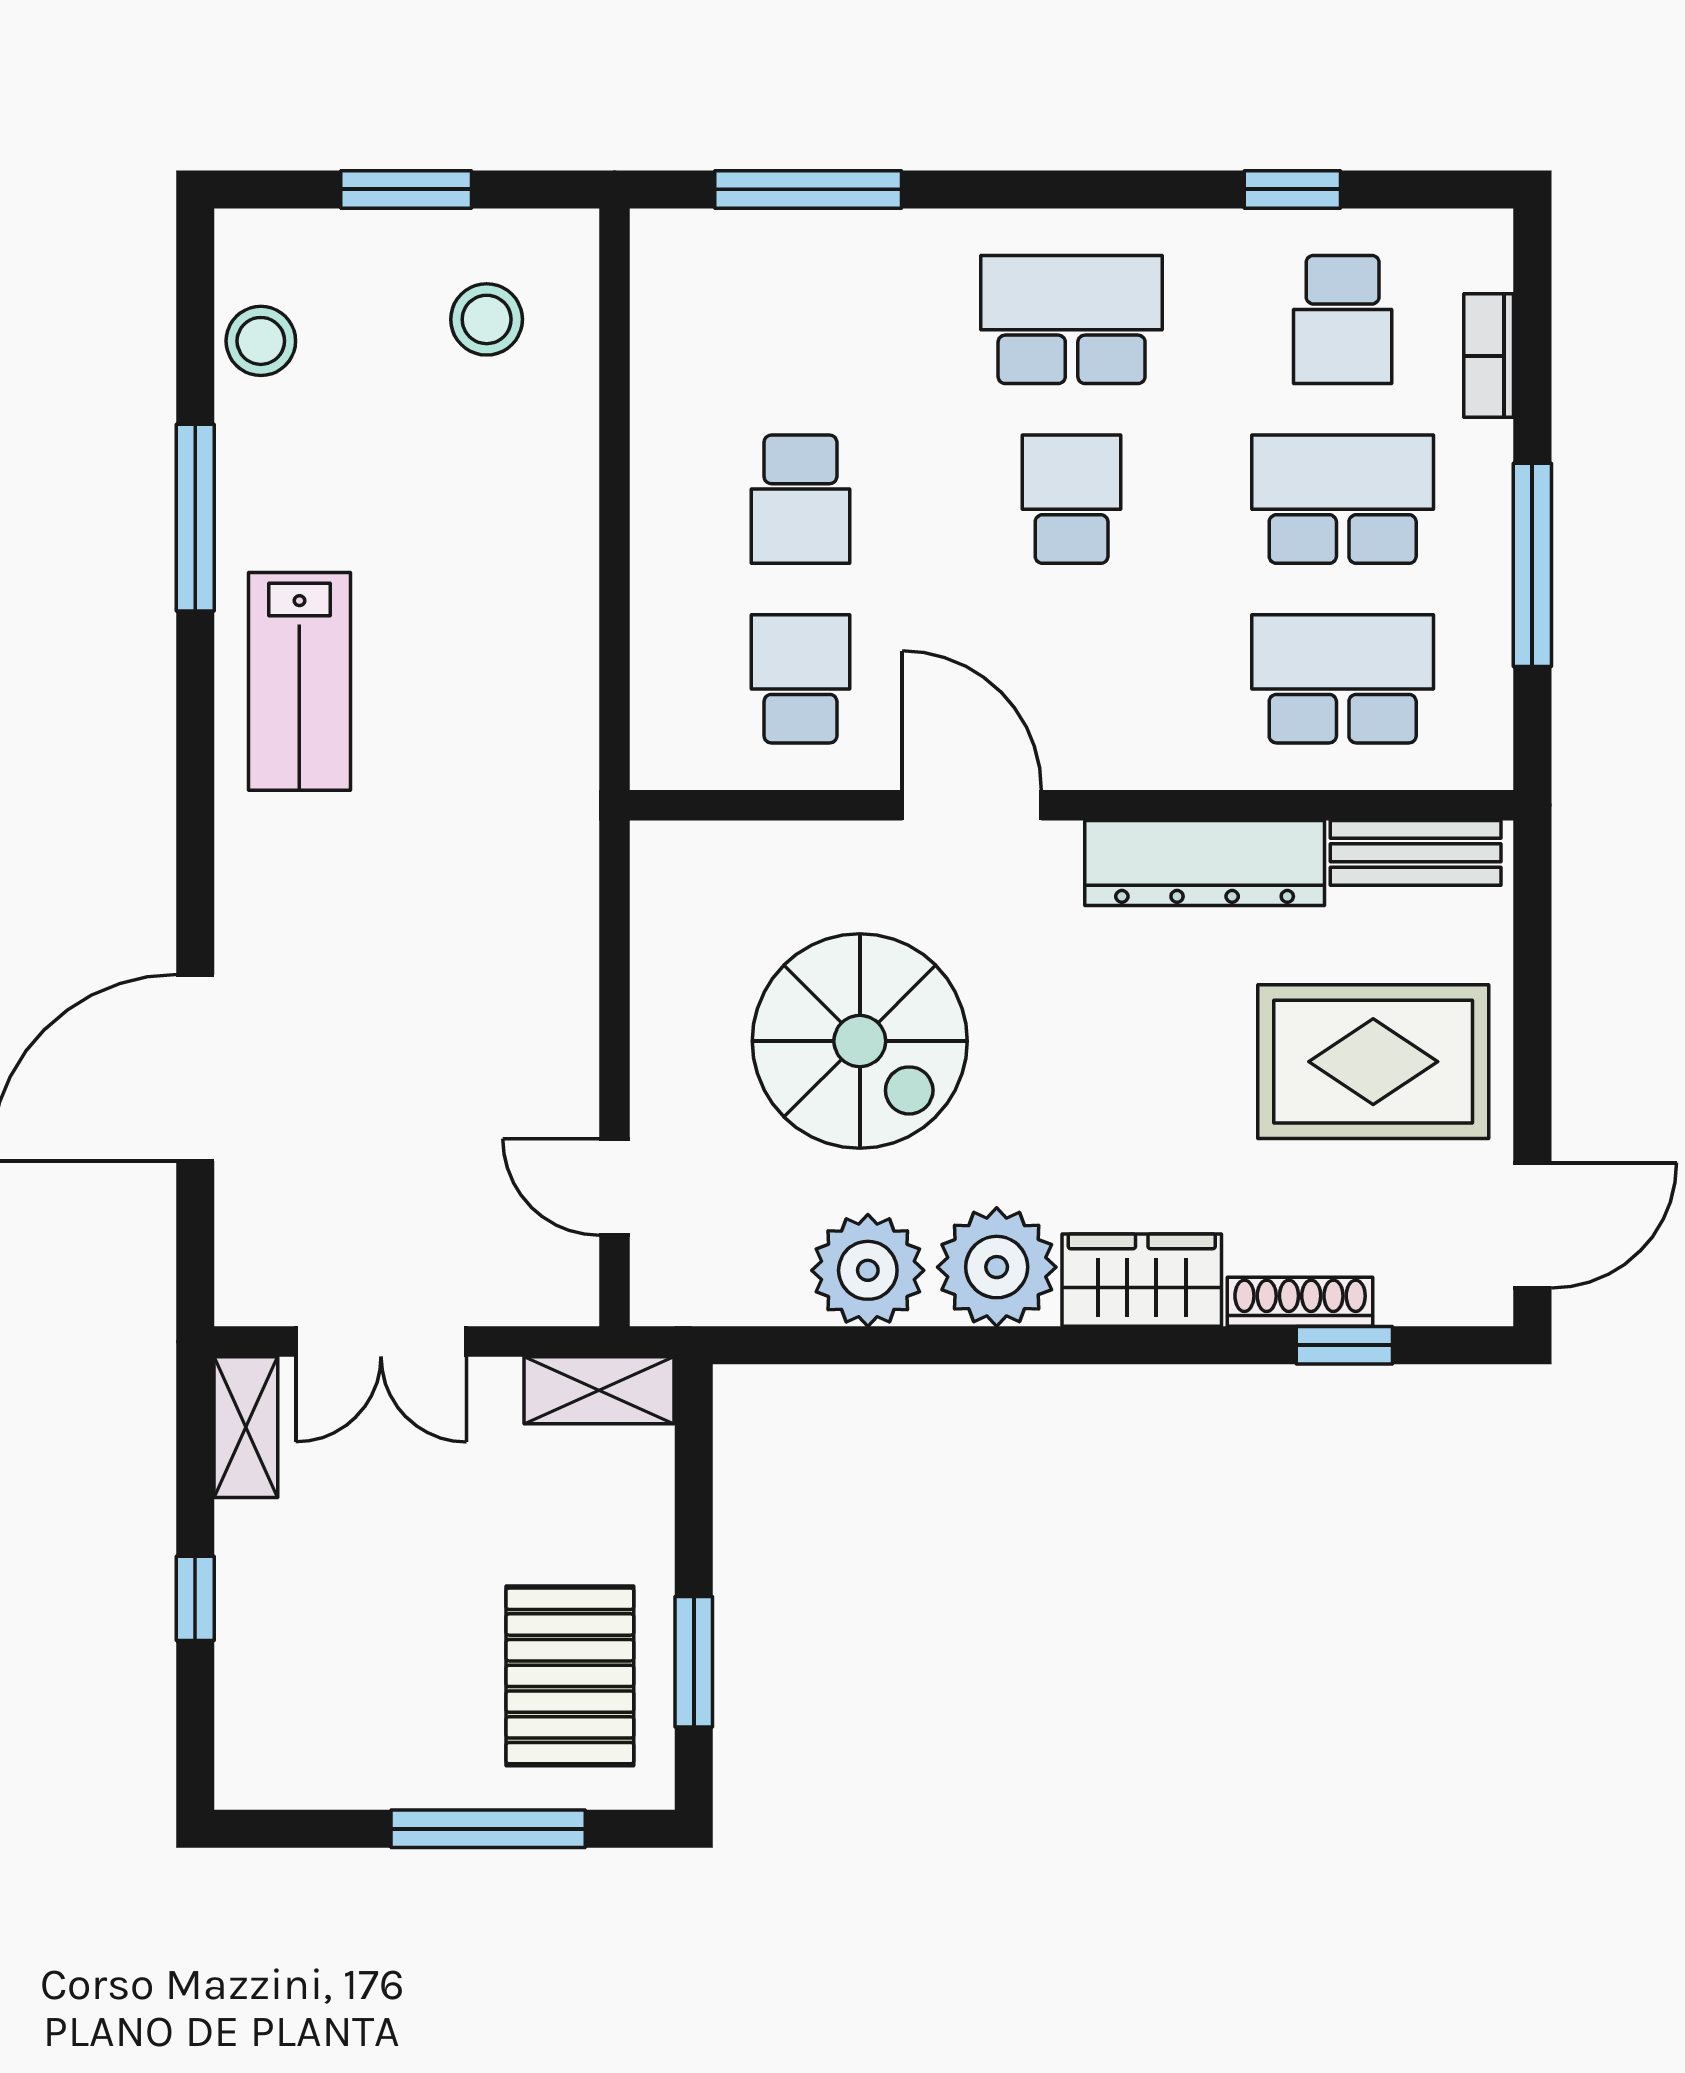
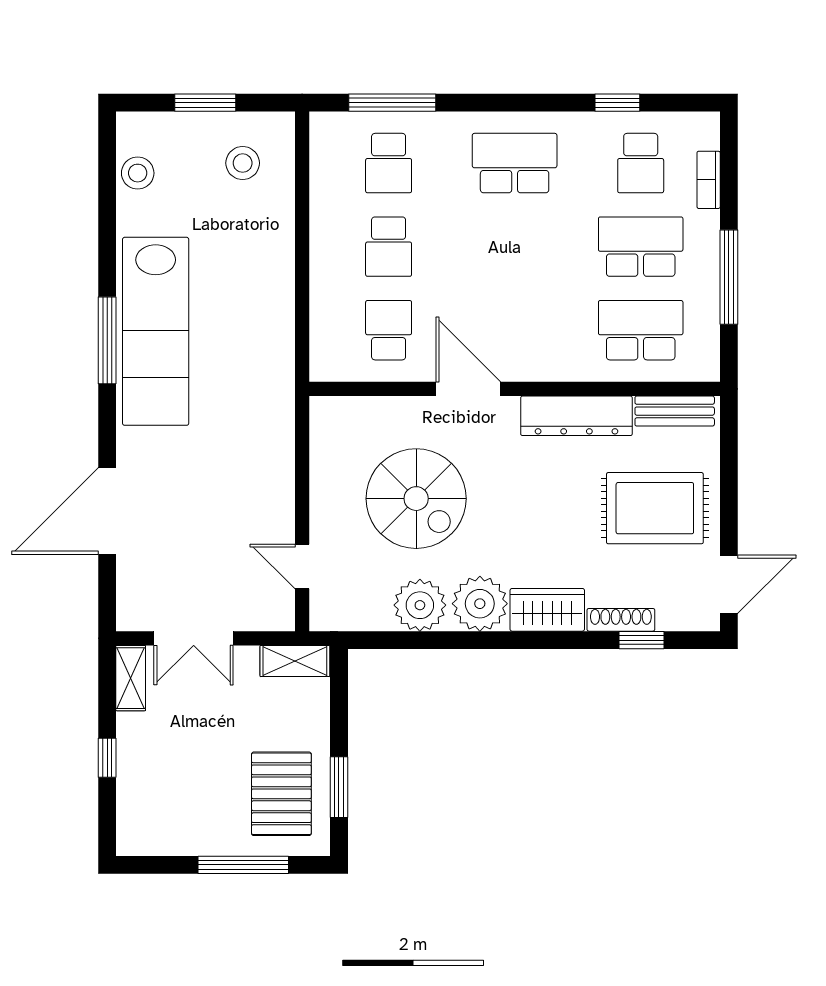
school desk: (1072, 499) -> (389, 163), moved, turned 180
window: (195, 518) -> (107, 340), moved
lab bench: (299, 681) -> (156, 331), width x1.86, depth x1.39

